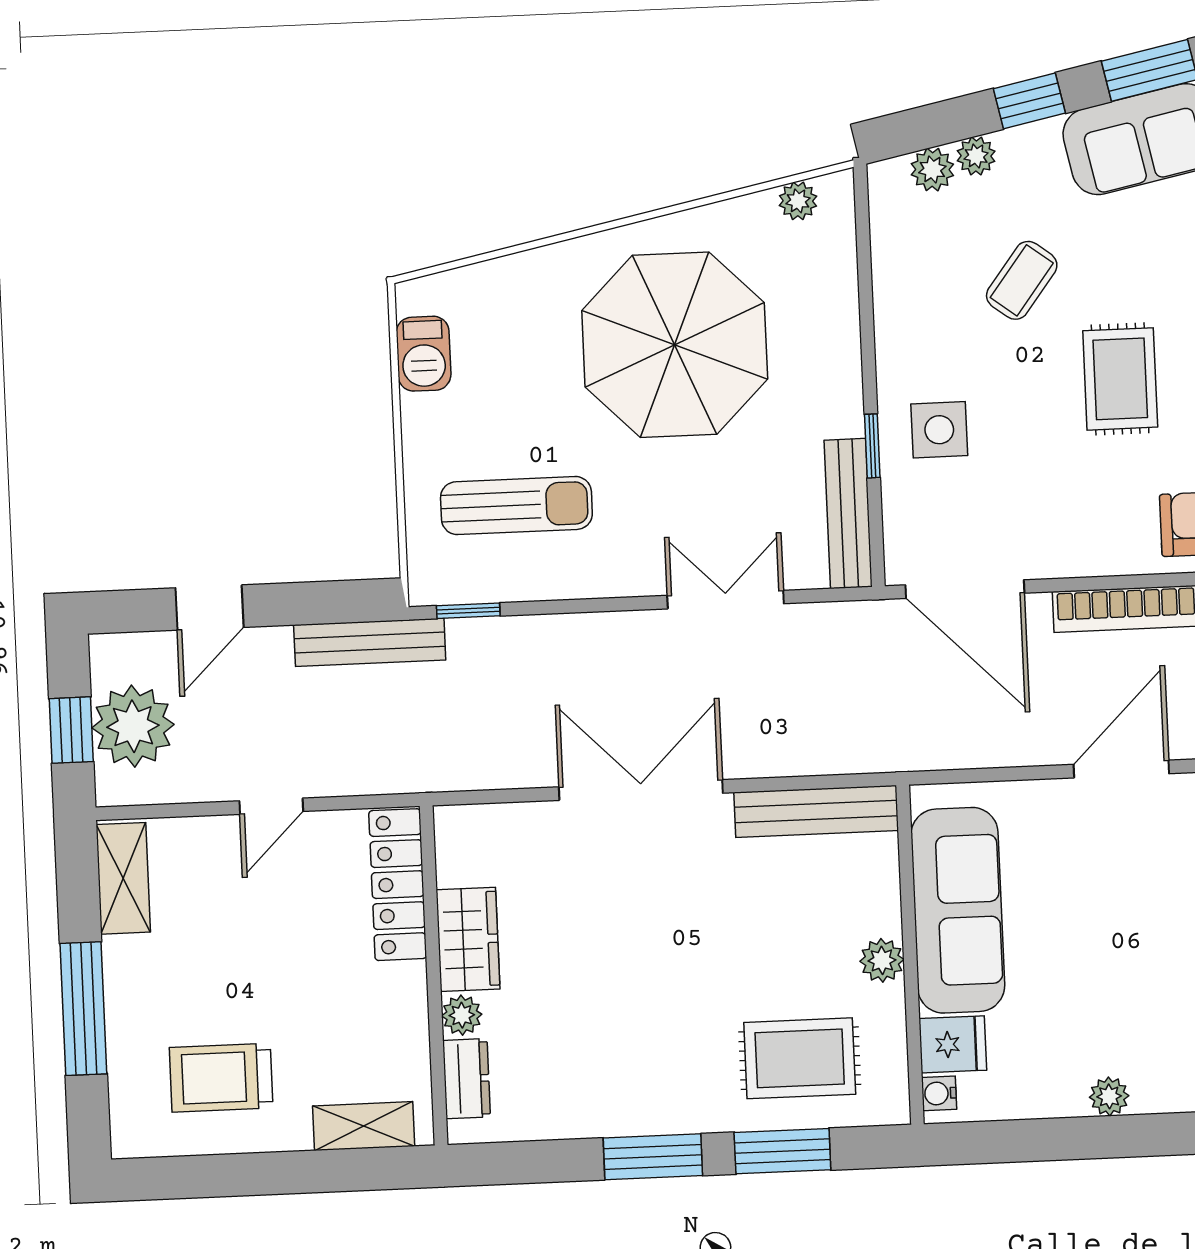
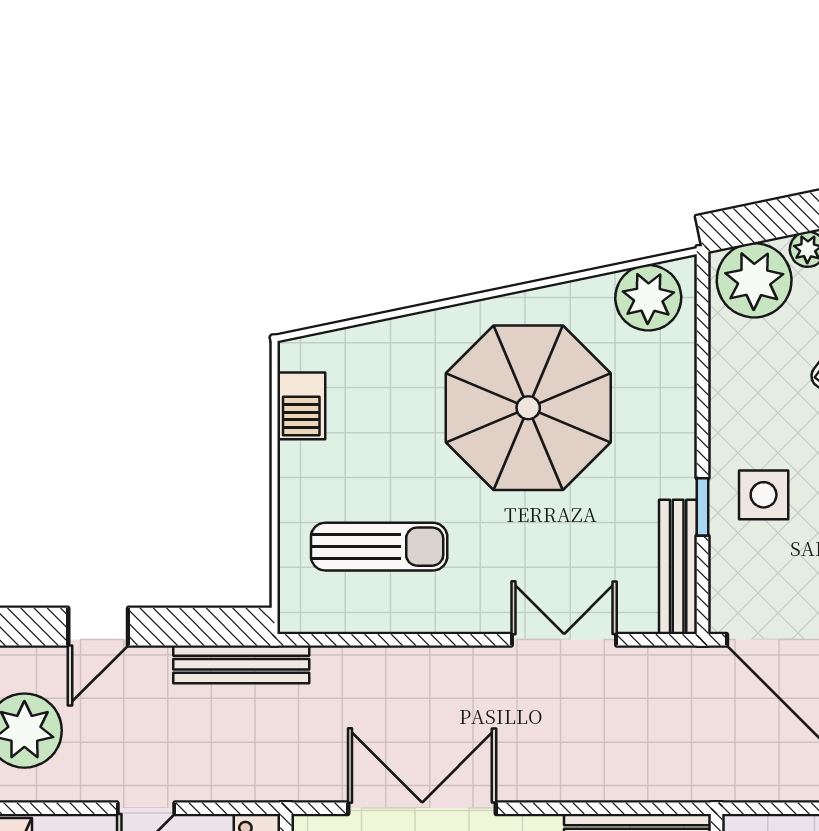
plant: (932, 170) -> (754, 280), width x1.88, depth x1.88
plant: (798, 201) -> (648, 298), width x1.87, depth x1.87
window: (468, 611) -> (331, 640), removed
double door: (641, 790) -> (422, 808), moved

